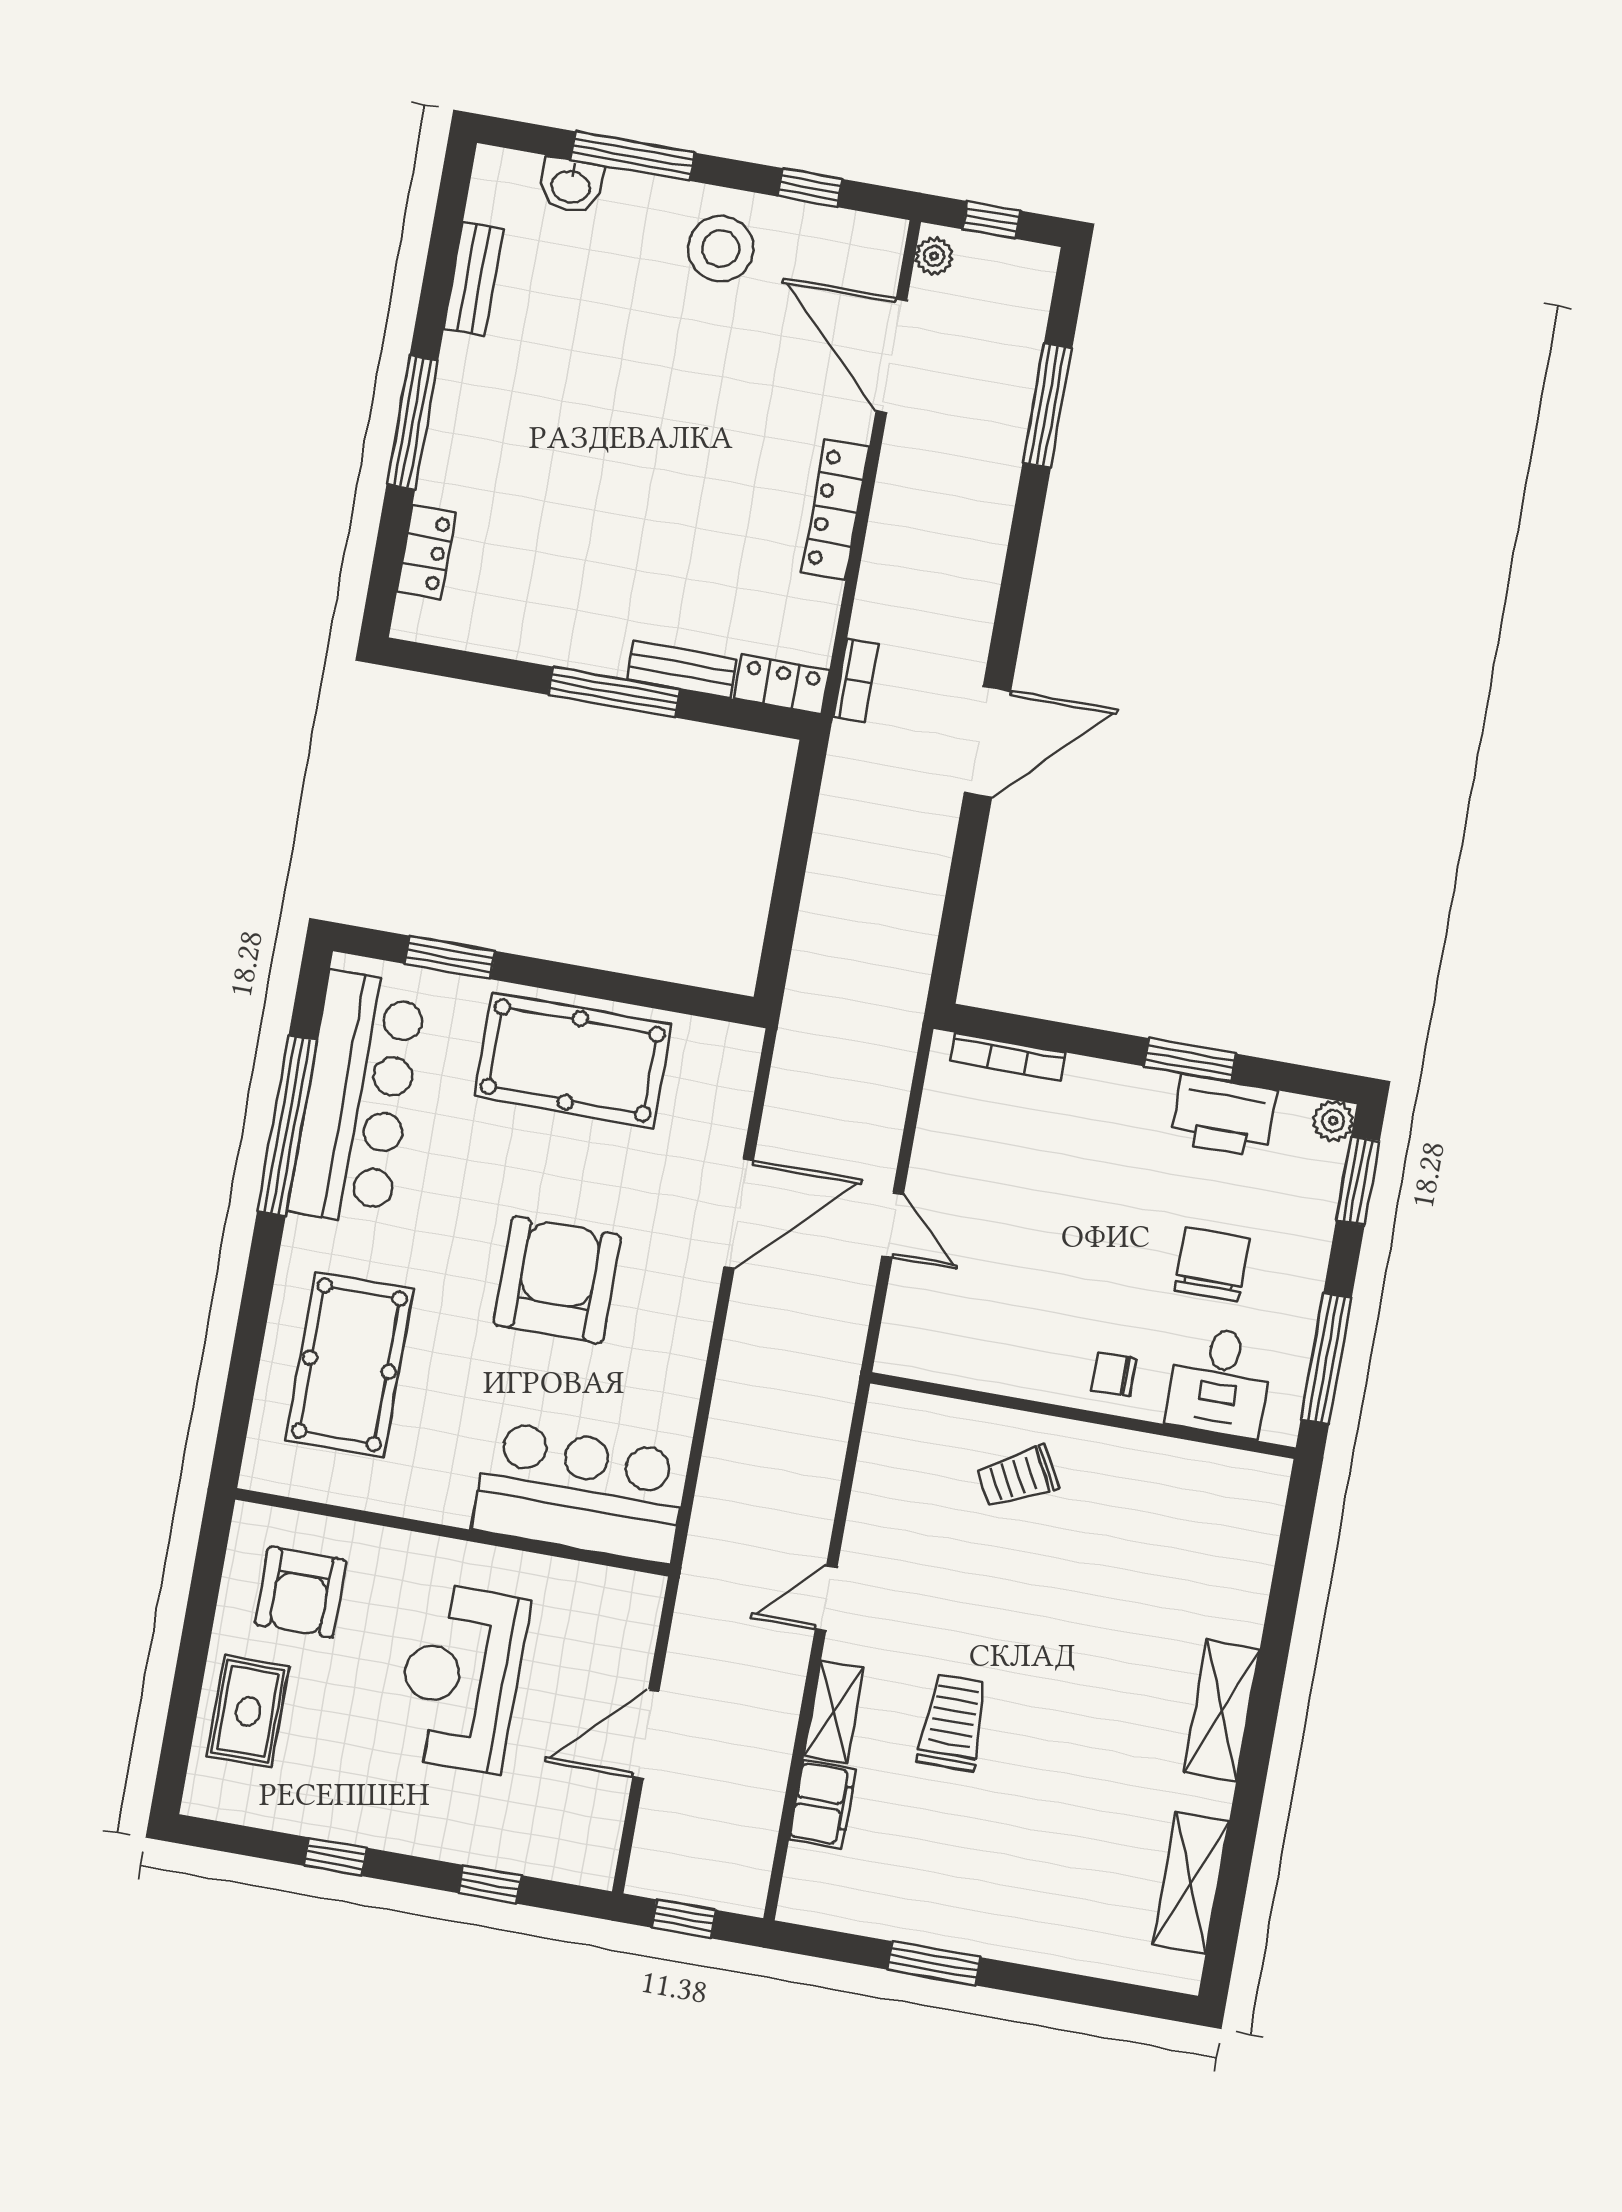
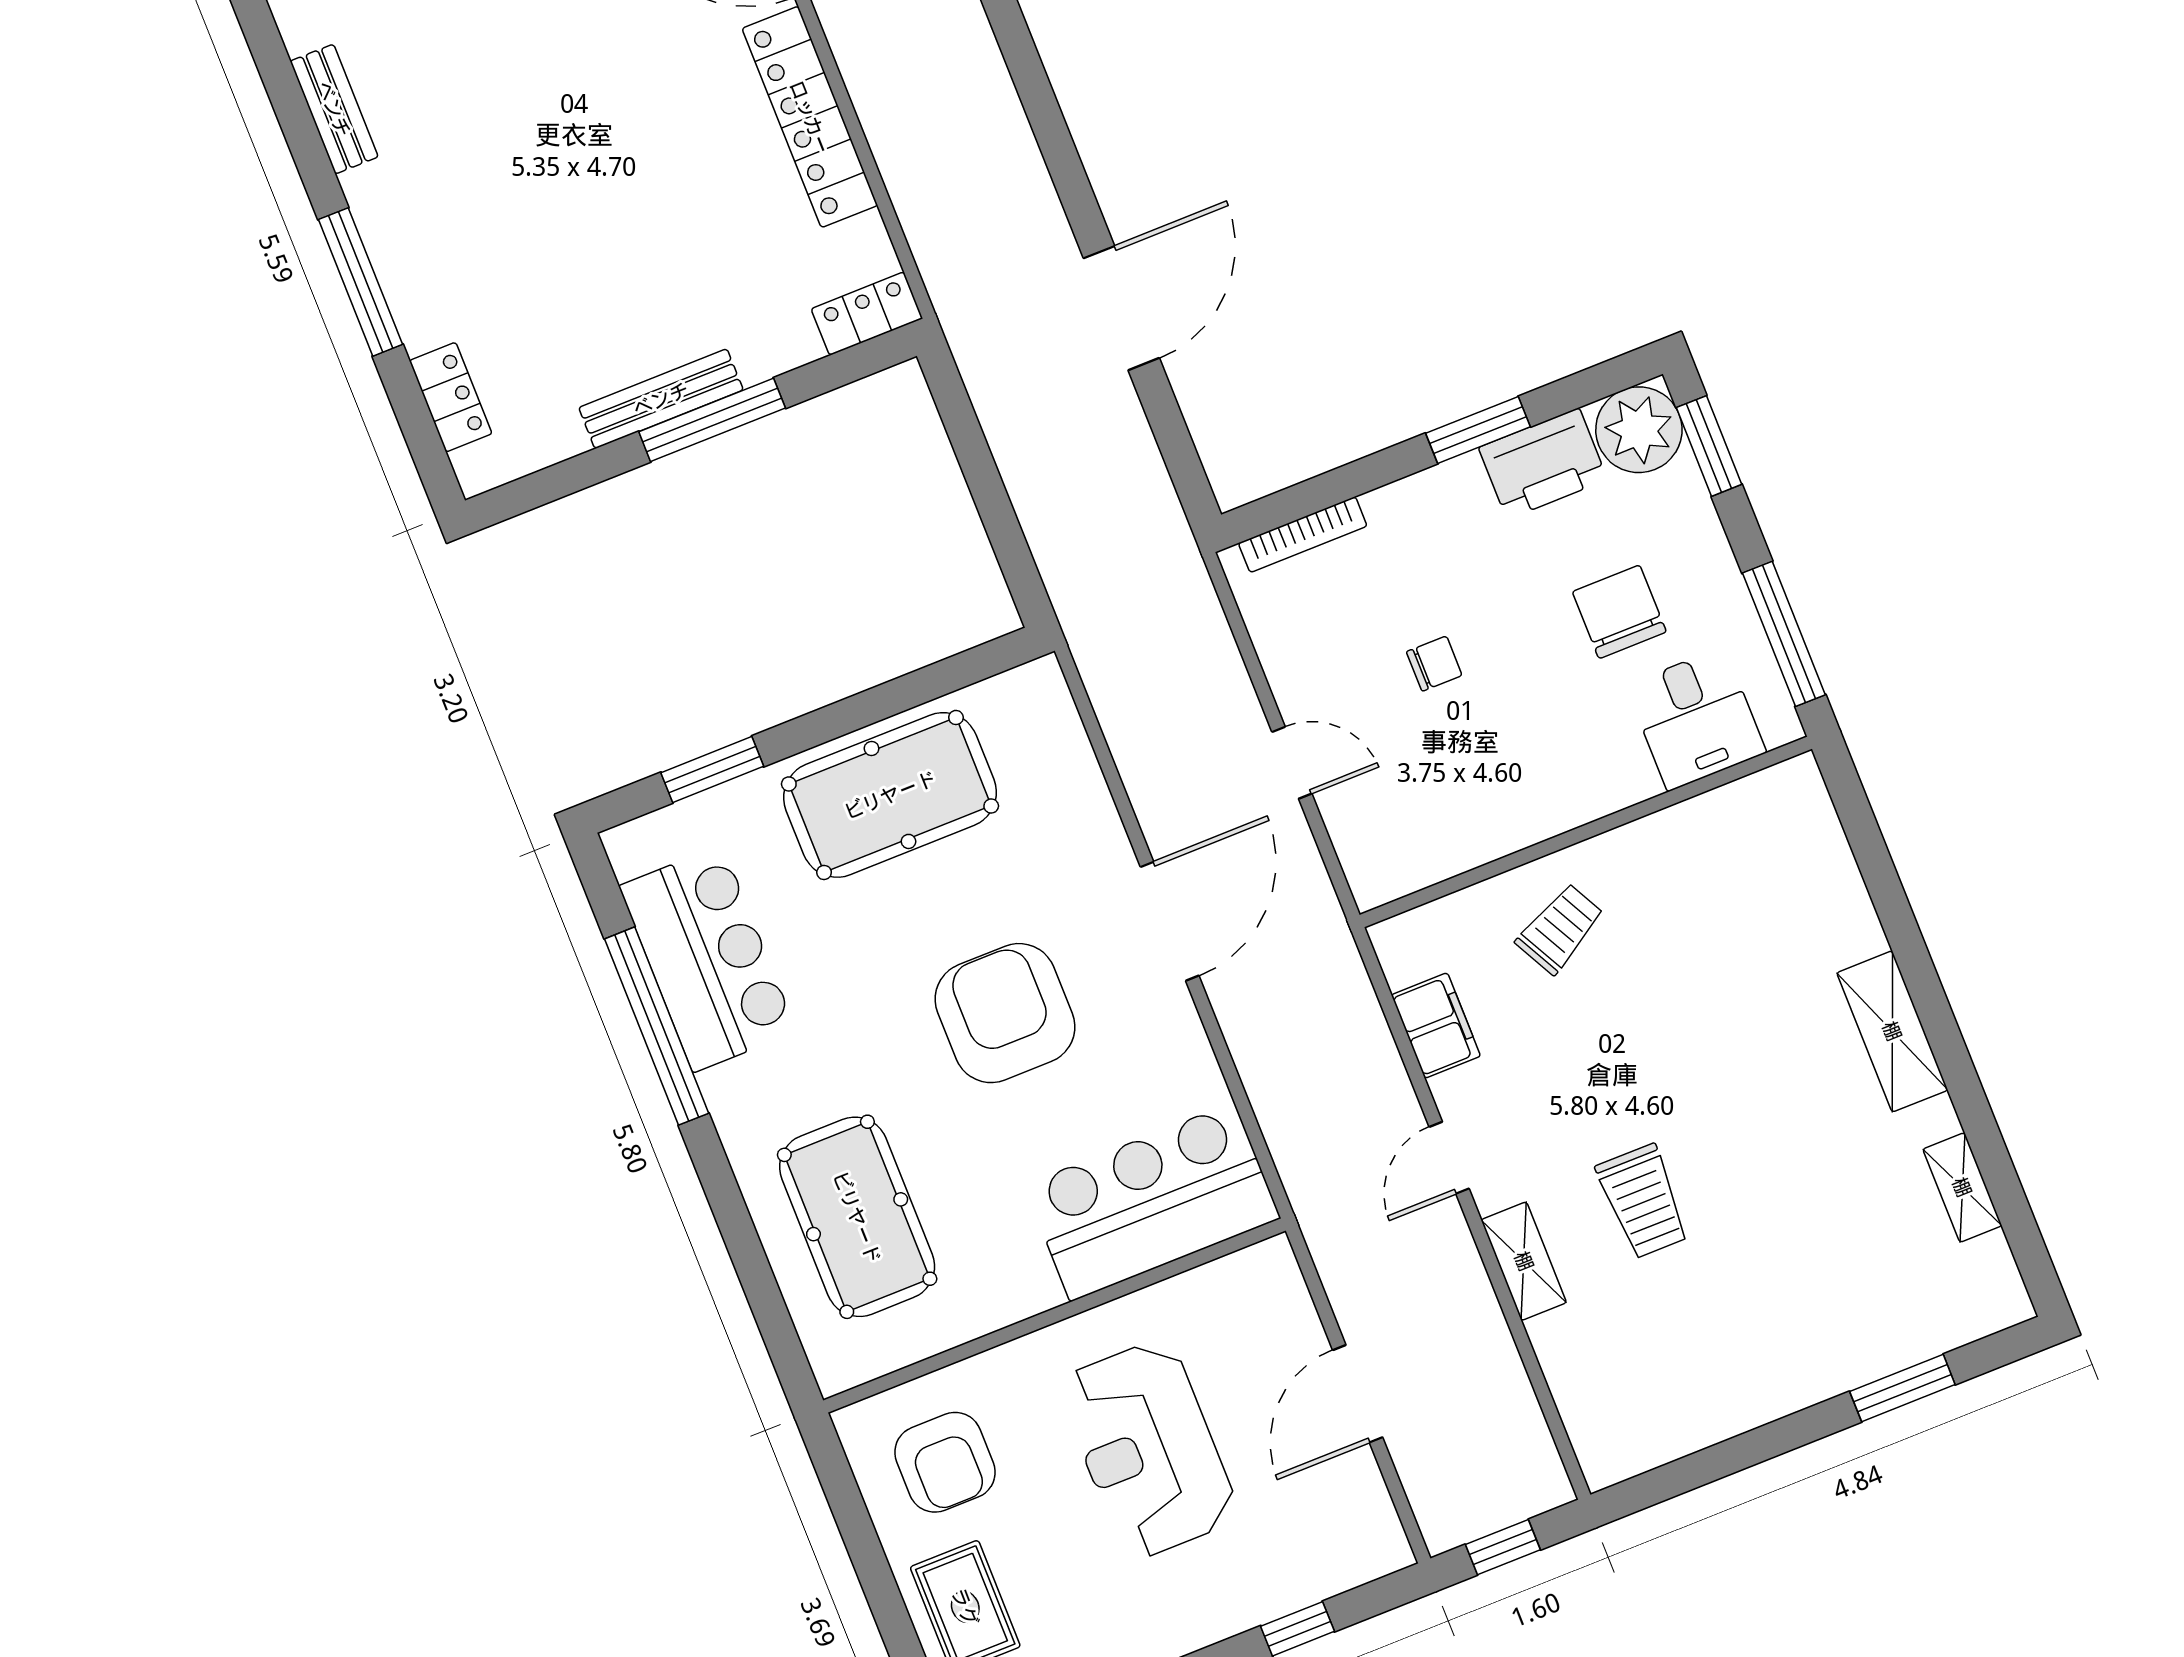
locker: (835, 509) -> (810, 117), width x1.41, depth x1.21
bench: (682, 669) -> (661, 399), moved, width x1.36
bookcase: (856, 680) -> (935, 266), removed
door: (987, 742) -> (1121, 308), moved
bar counter: (357, 1099) -> (708, 959), width x0.73
plant: (1333, 1121) -> (1639, 430), width x1.88, depth x1.88
door: (739, 1214) -> (1170, 921), moved
chair: (1114, 1374) -> (1434, 664), moved, turned 180
trolley: (1018, 1477) -> (1560, 929), turned 180
trolley: (953, 1723) -> (1643, 1201), turned 180
filing cabinet: (823, 1804) -> (1436, 1026), moved
shelving: (1191, 1883) -> (1962, 1187), width x0.67, depth x0.75
window: (934, 1963) -> (1902, 1388), moved

